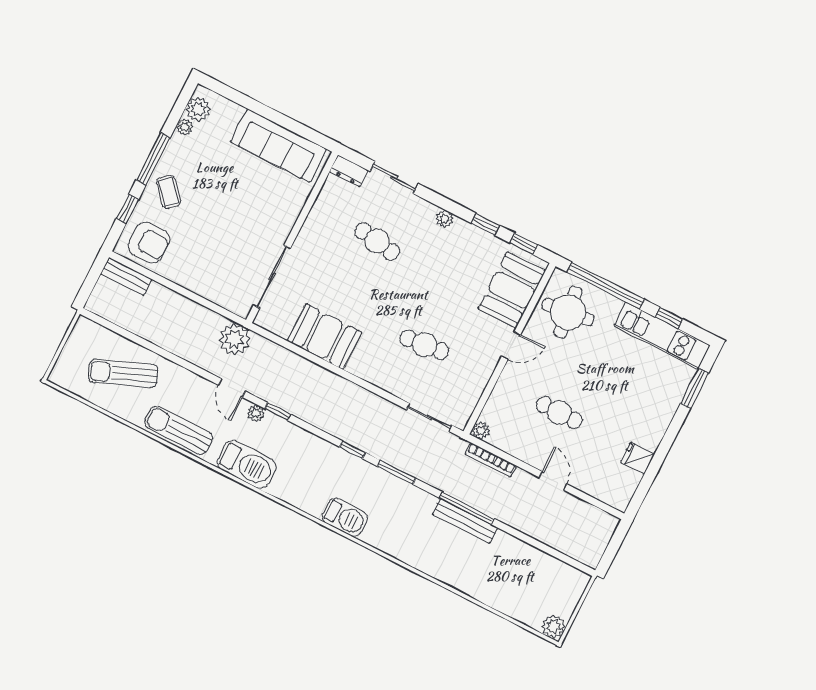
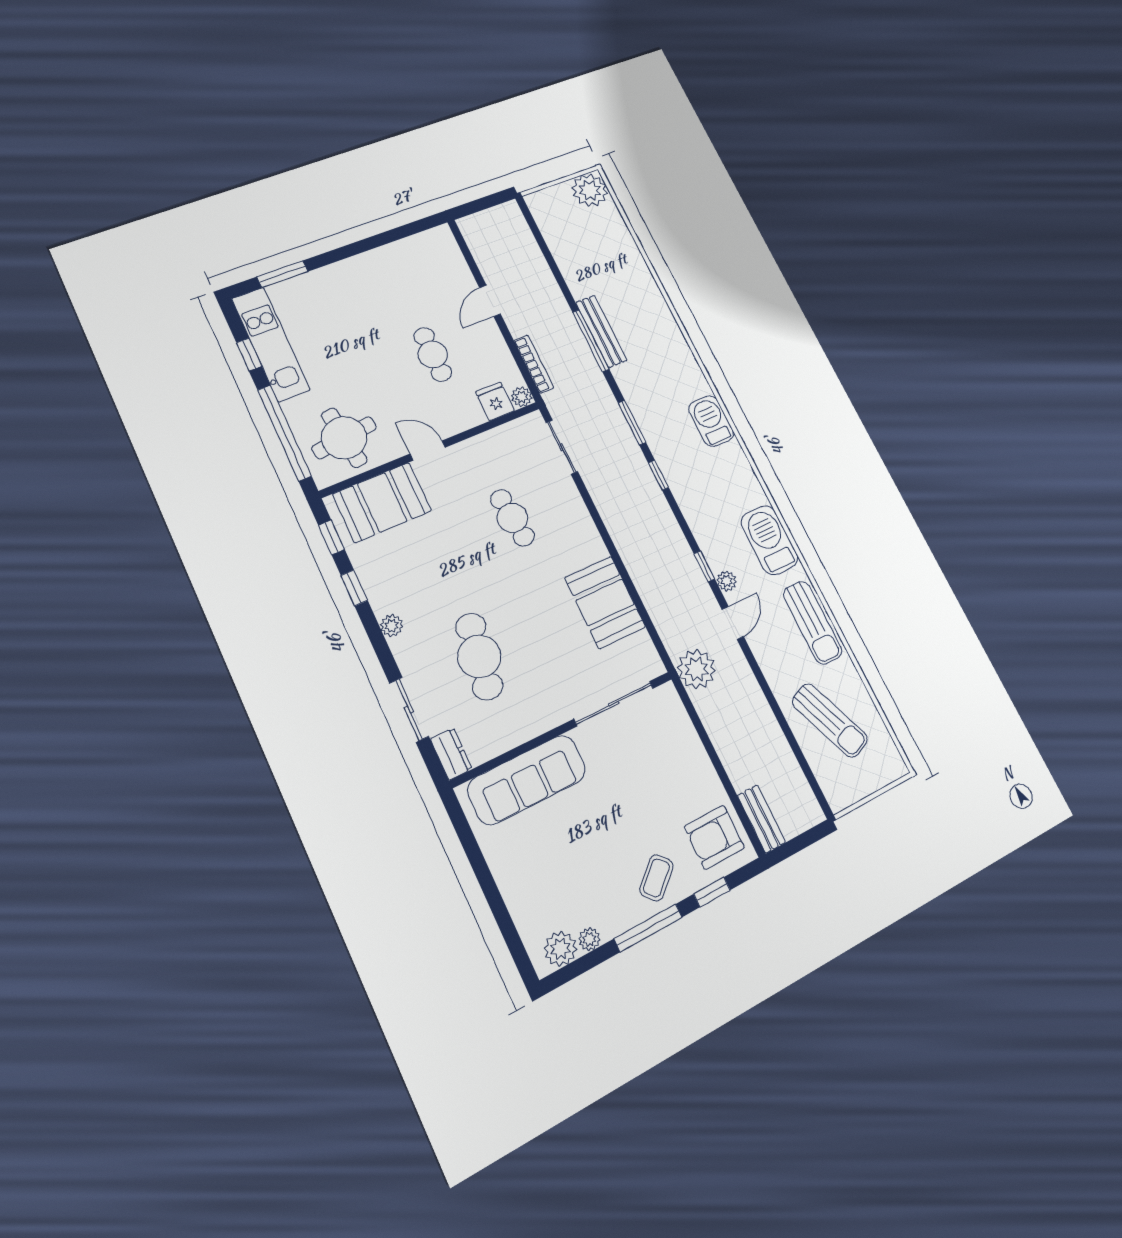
sofa: (278, 145) -> (527, 780), moved, turned 90
cafe table: (377, 241) -> (479, 656), width x1.37, depth x1.35
armchair: (149, 243) -> (714, 837), turned -90
fridge: (637, 458) -> (495, 401), moved, turned 180
plant: (553, 626) -> (590, 190), width x1.36, depth x1.36

